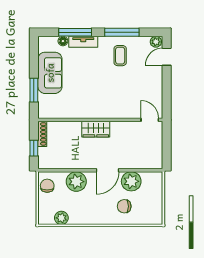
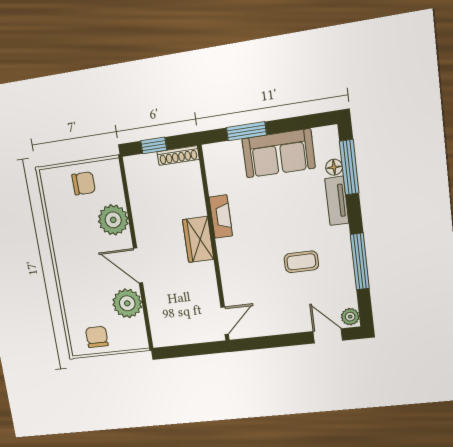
window: (75, 32) -> (349, 167), moved
coffee table: (120, 56) -> (301, 262), moved
fireplace: (83, 113) -> (221, 216), added
chair: (47, 186) -> (84, 183), moved
chair: (124, 206) -> (97, 337), moved
plant: (61, 218) -> (55, 205), removed

